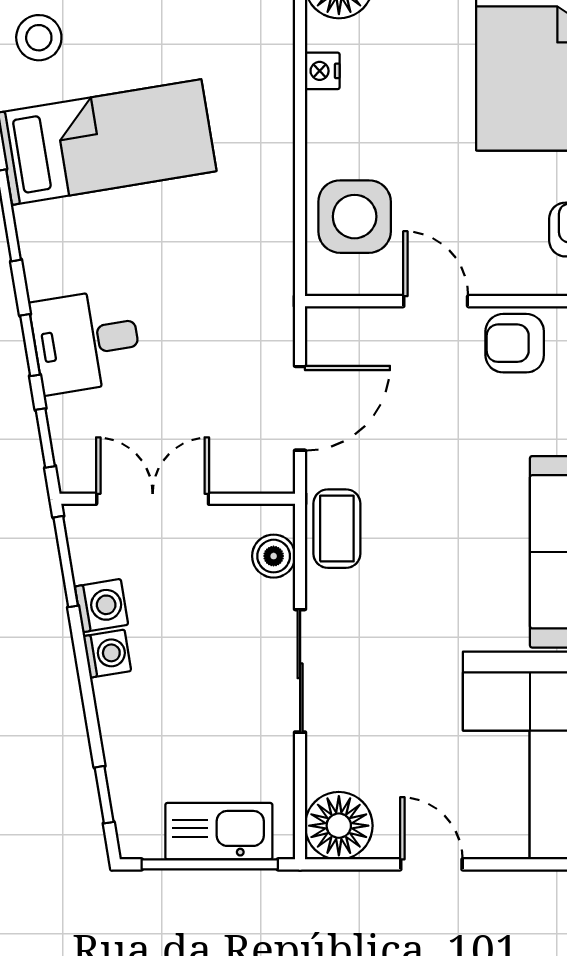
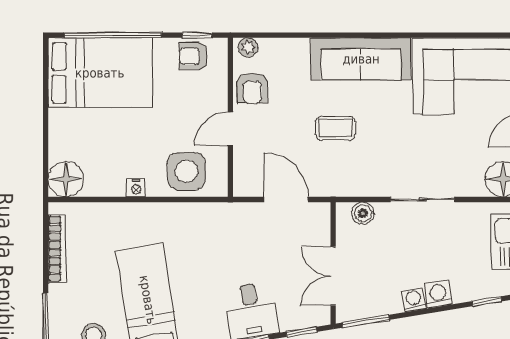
nightstand: (322, 71) -> (136, 188), moved
coffee table: (337, 529) -> (335, 128), moved
washing machine: (102, 606) -> (438, 294), moved

